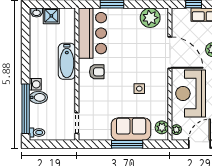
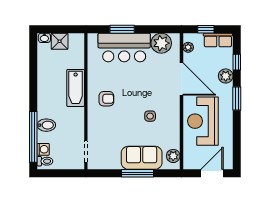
bar counter: (92, 33) -> (124, 47), moved, turned 90
washing machine: (35, 84) -> (43, 149), moved
plant: (176, 130) -> (188, 47), moved

